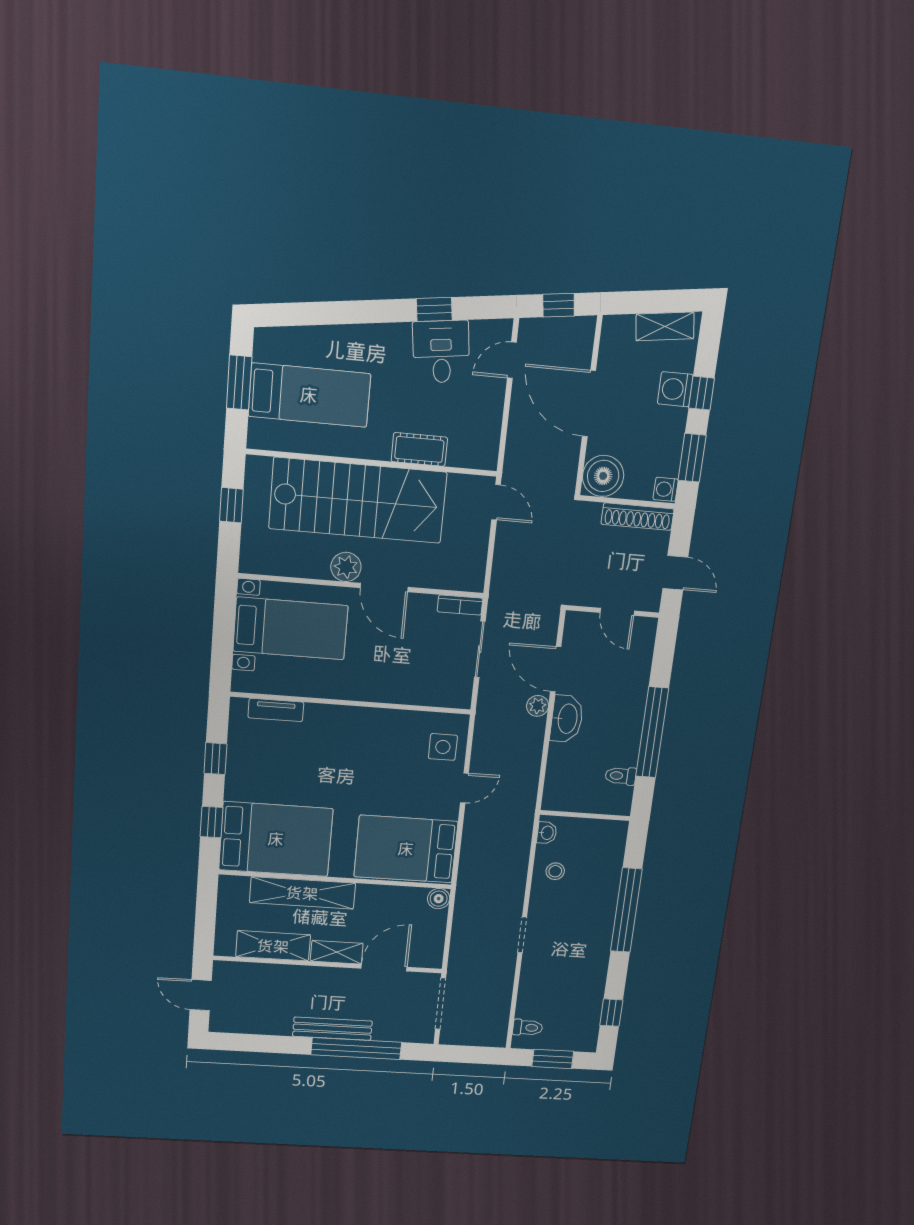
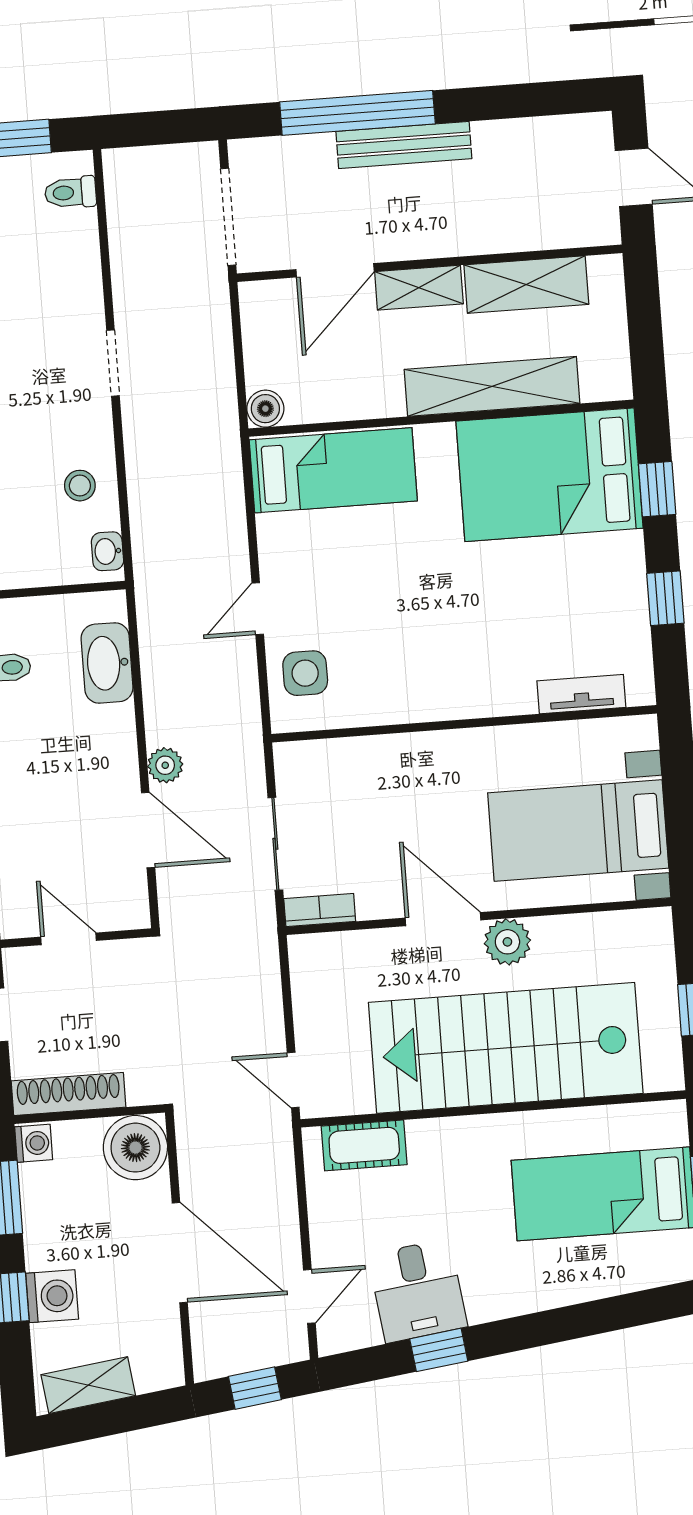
cot: (419, 449) -> (364, 1145), moved
washbasin: (567, 719) -> (107, 663), moved
bed: (406, 849) -> (333, 470), width x0.67

